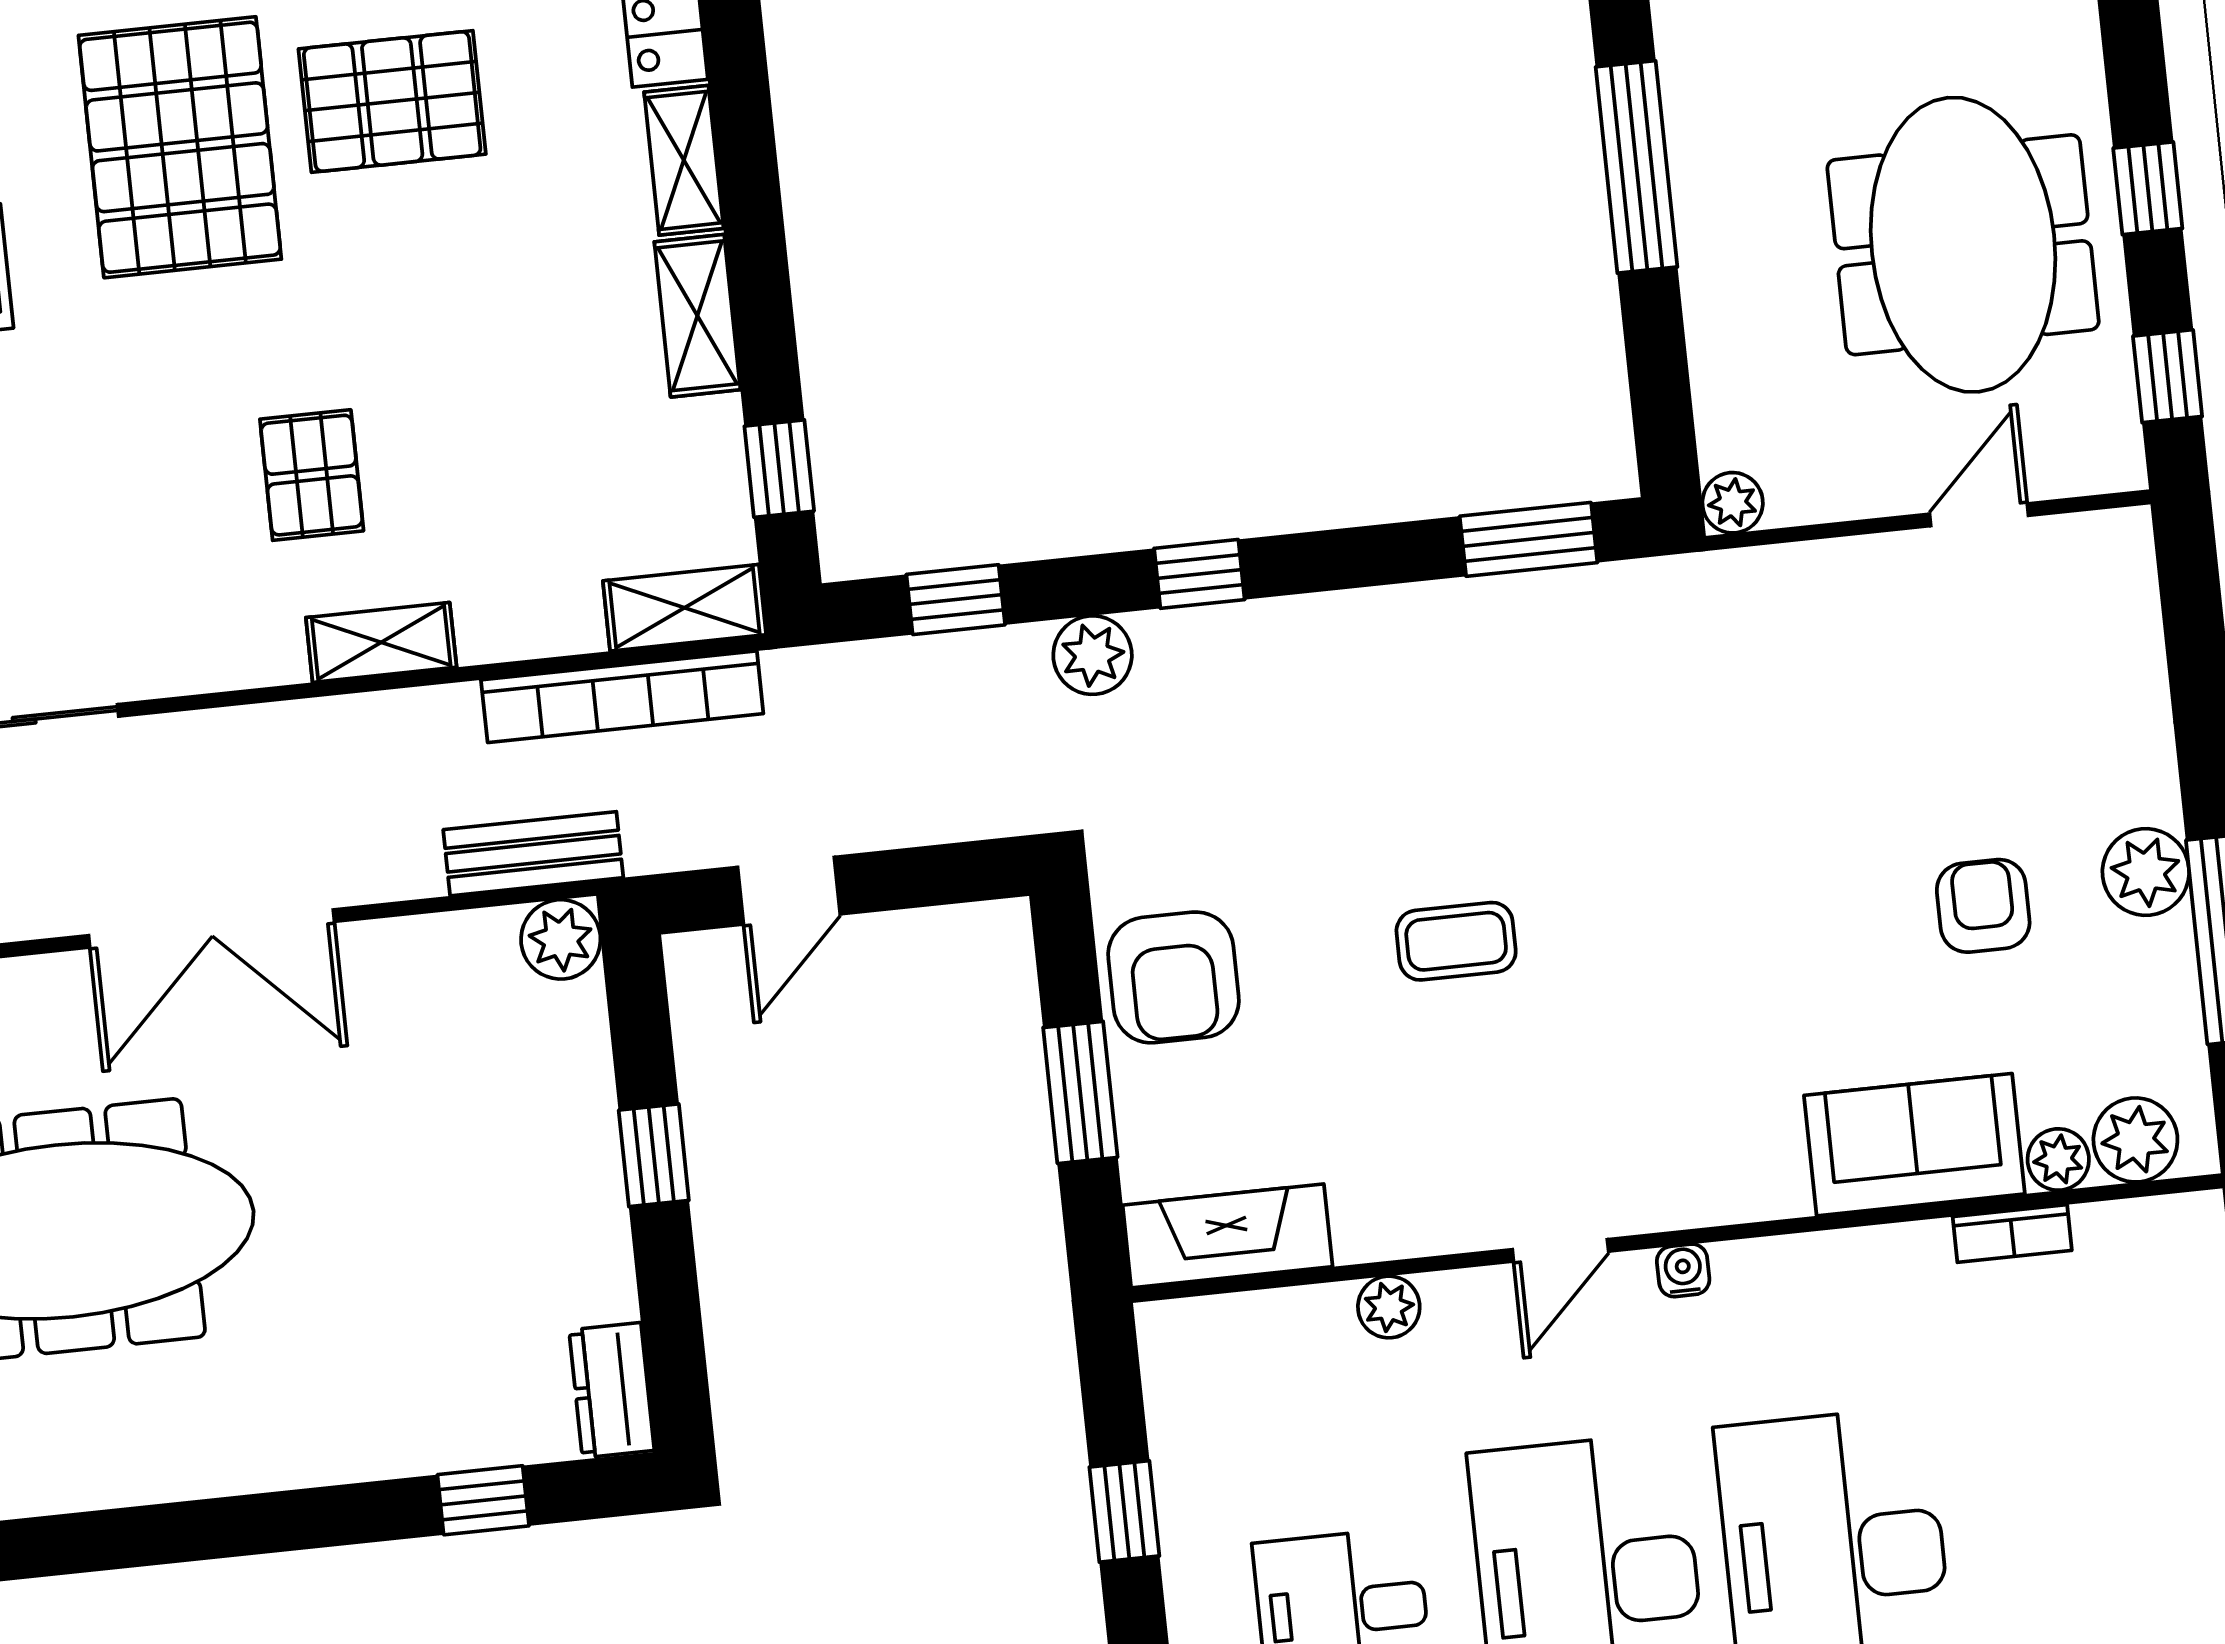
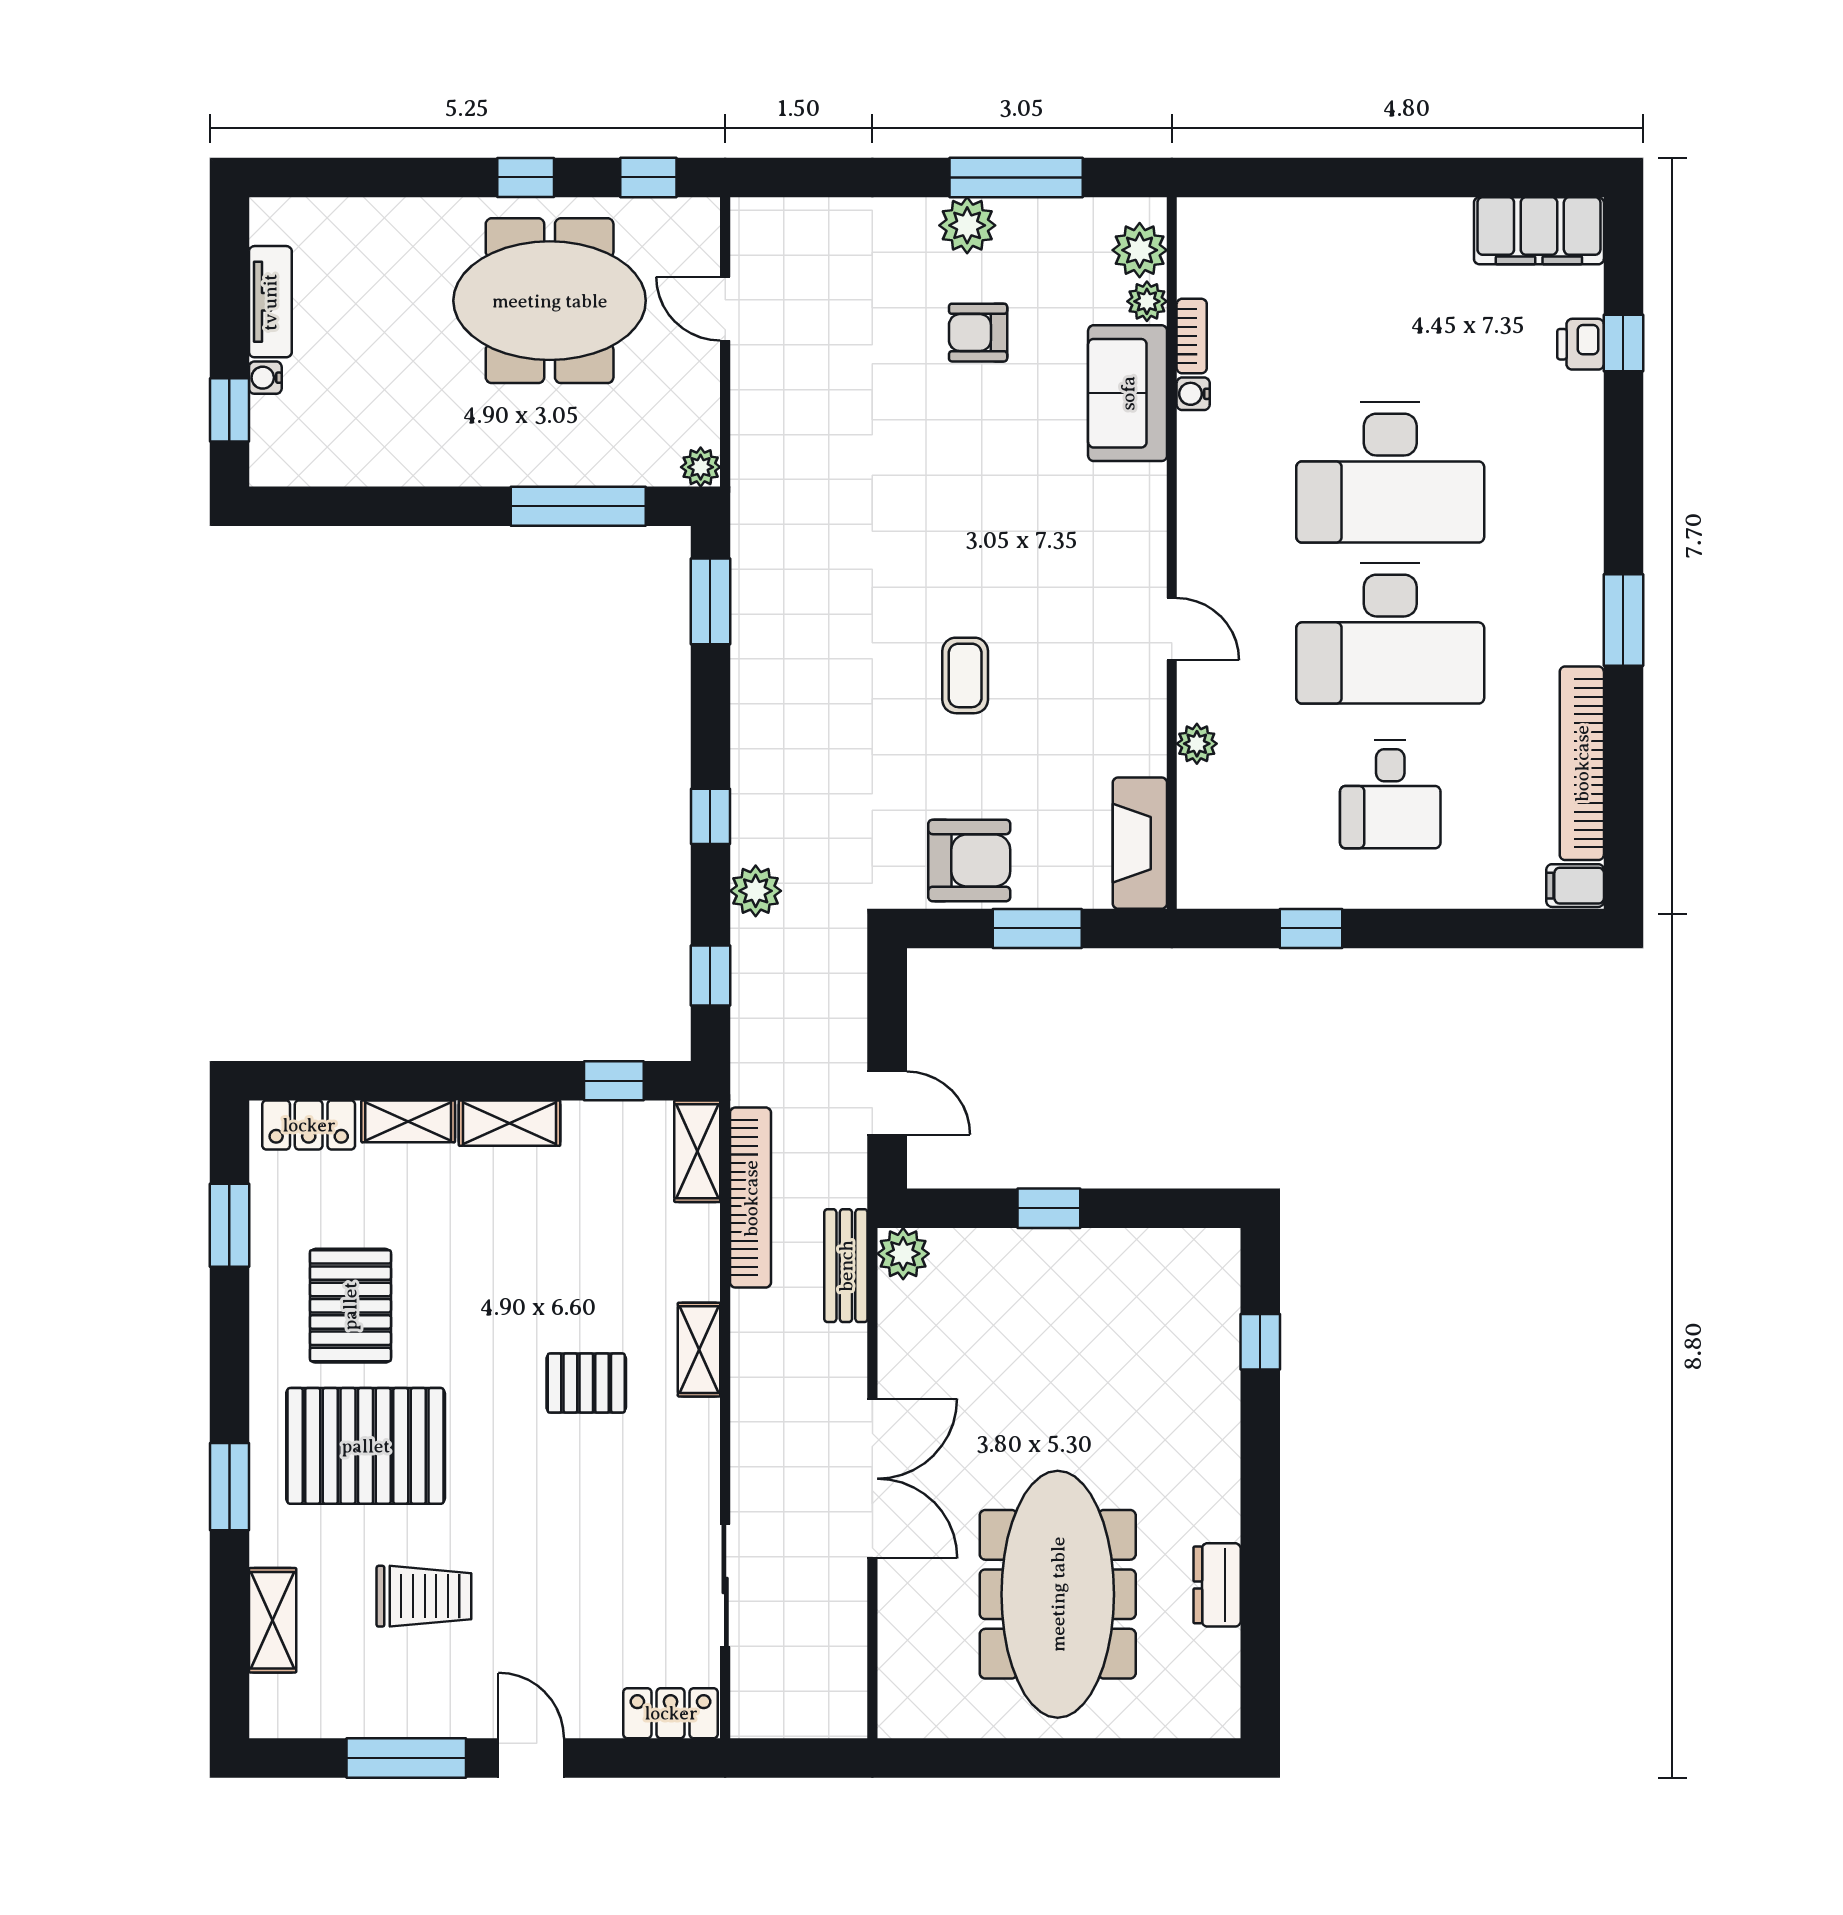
window: (1636, 167) -> (578, 506), moved
water cooler: (1683, 1270) -> (1193, 394), moved
dresser: (612, 1390) -> (1217, 1585), moved, turned 90

